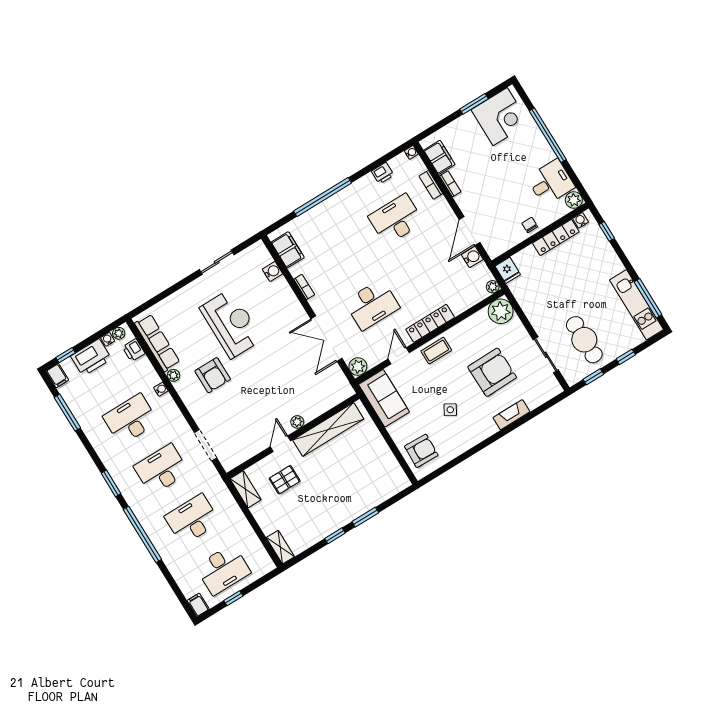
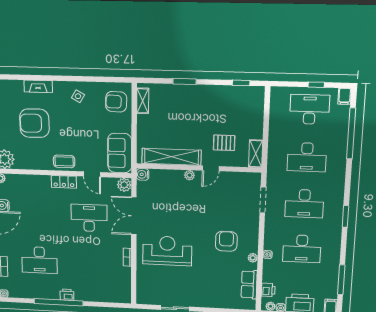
printer: (383, 173) -> (67, 295), moved
window: (323, 197) -> (59, 302), moved
filing cabinet: (288, 250) -> (123, 286), removed
water cooler: (272, 271) -> (143, 174), moved
locker: (430, 323) -> (64, 182), width x0.66
reception desk: (231, 324) -> (167, 251), moved, turned 90
double door: (326, 339) -> (134, 216), swing flipped
row of seats: (157, 343) -> (249, 285), width x0.68
door: (399, 356) -> (92, 174), hinge flipped
side table: (450, 410) -> (78, 96), moved
window: (142, 534) -> (351, 134), moved
window: (335, 536) -> (241, 83), moved
shelving: (280, 547) -> (143, 101), moved

